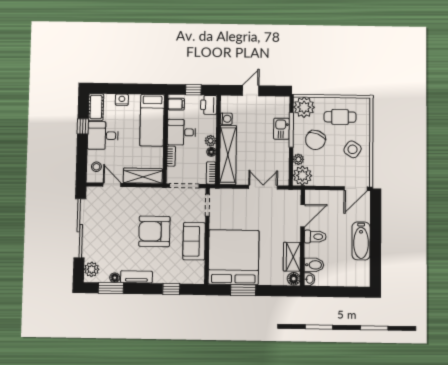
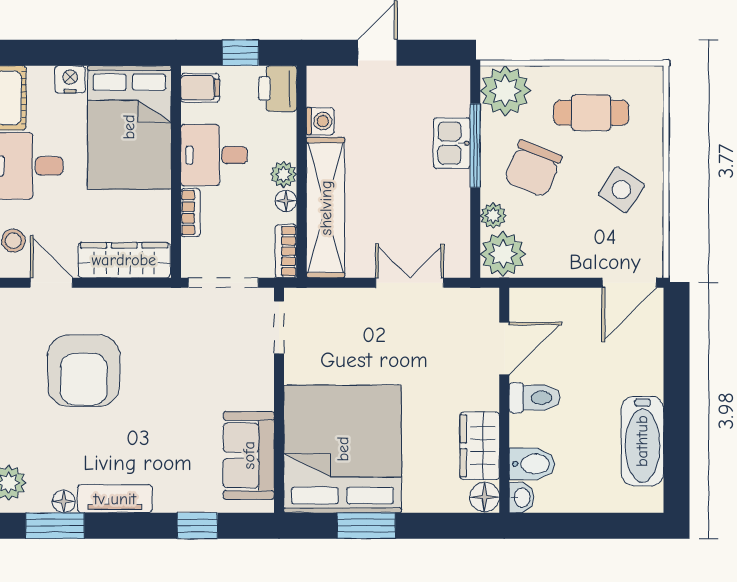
bed: (152, 120) -> (129, 127), width x1.50
armchair: (154, 231) -> (84, 371), moved, turned -90
sofa: (194, 241) -> (249, 455), moved
bathtub: (361, 241) -> (642, 441), moved

